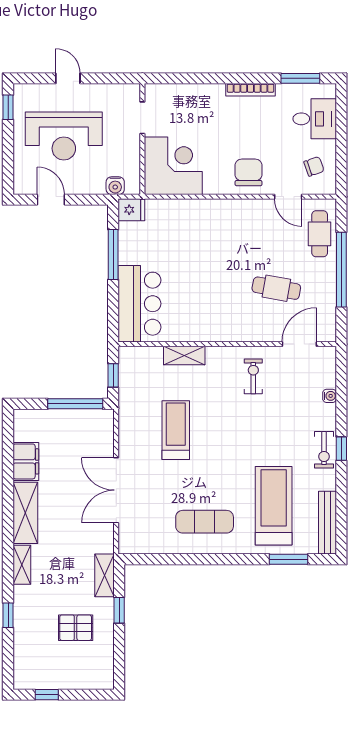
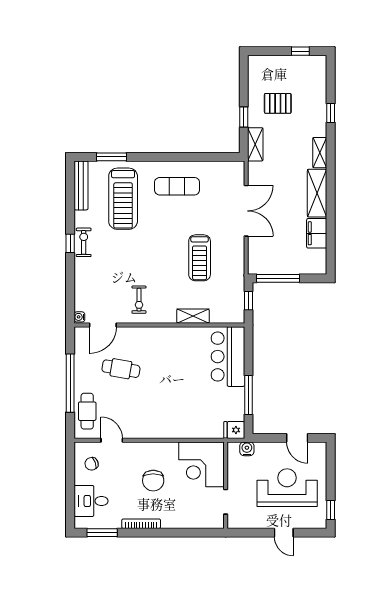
chair: (249, 172) -> (153, 481), moved
water cooler: (330, 396) -> (79, 317), moved

